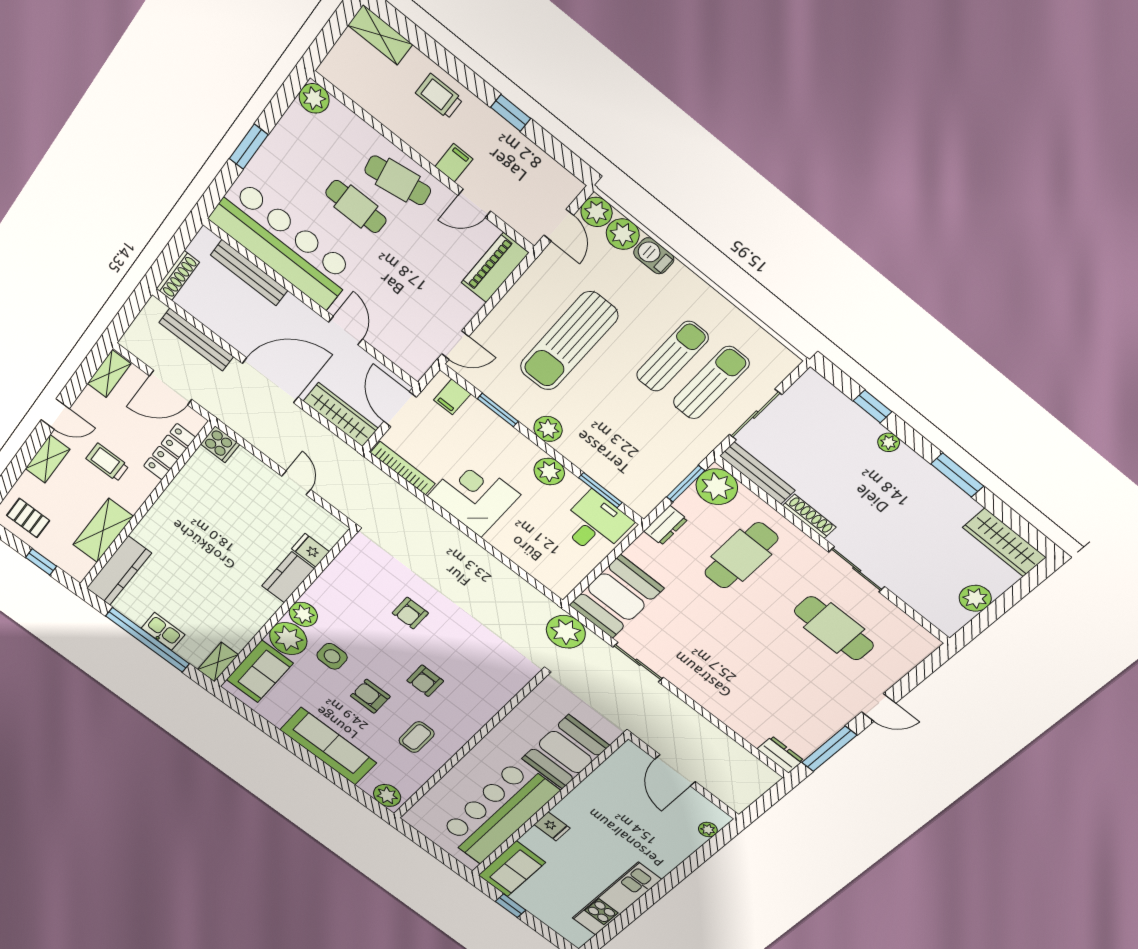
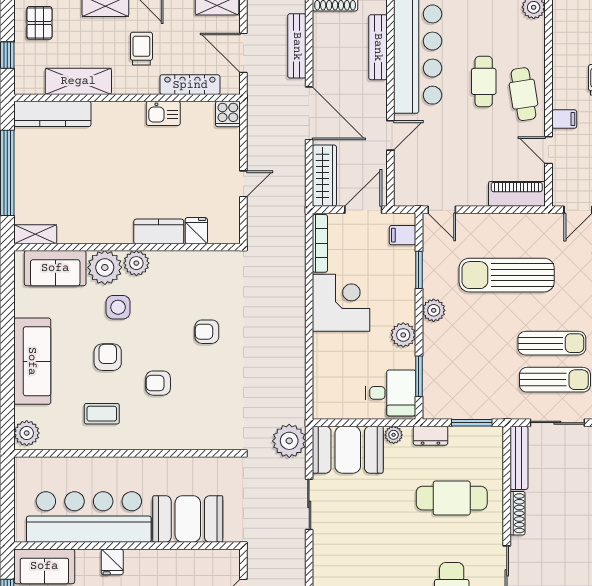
plant: (717, 487) -> (394, 435), moved, width x0.53, depth x0.53
kitchen sink: (163, 631) -> (163, 113), moved, turned 90

